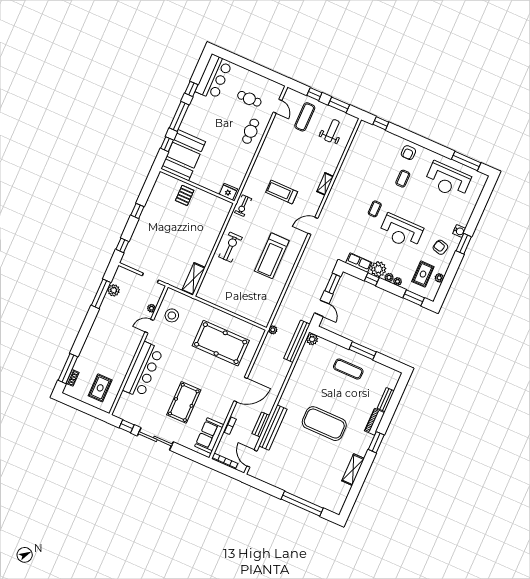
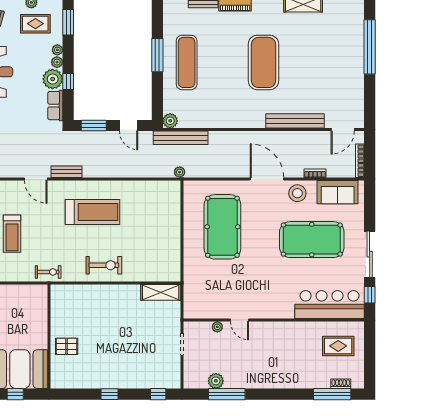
fridge: (228, 192) -> (39, 297), removed
exercise bike: (231, 247) -> (104, 265), turned 180
door: (322, 308) -> (129, 125), swing flipped
stool: (172, 315) -> (297, 193), moved
exercise mat: (348, 369) -> (187, 62), width x1.36, depth x1.45
bar counter: (143, 370) -> (330, 305), moved
pool table: (184, 402) -> (312, 240), width x1.36, depth x1.32
bench: (261, 424) -> (67, 172), moved

